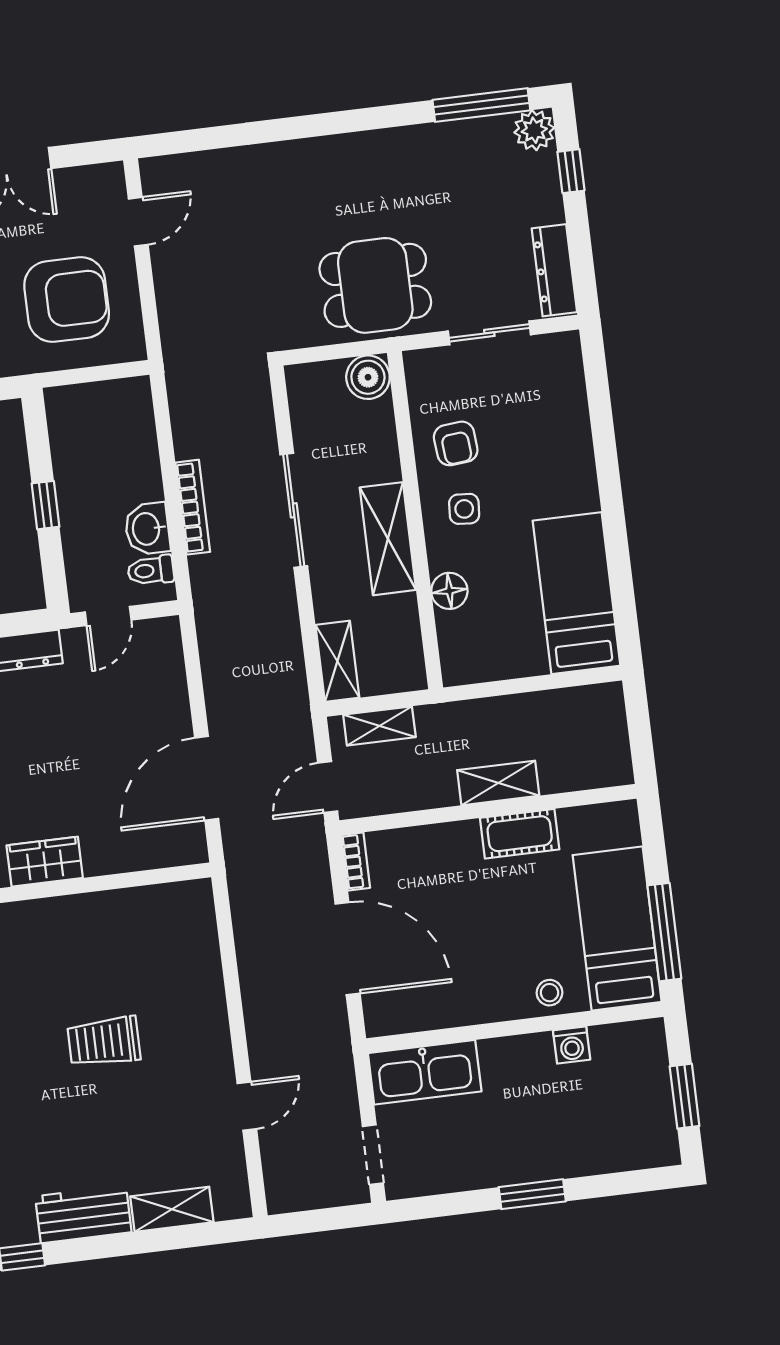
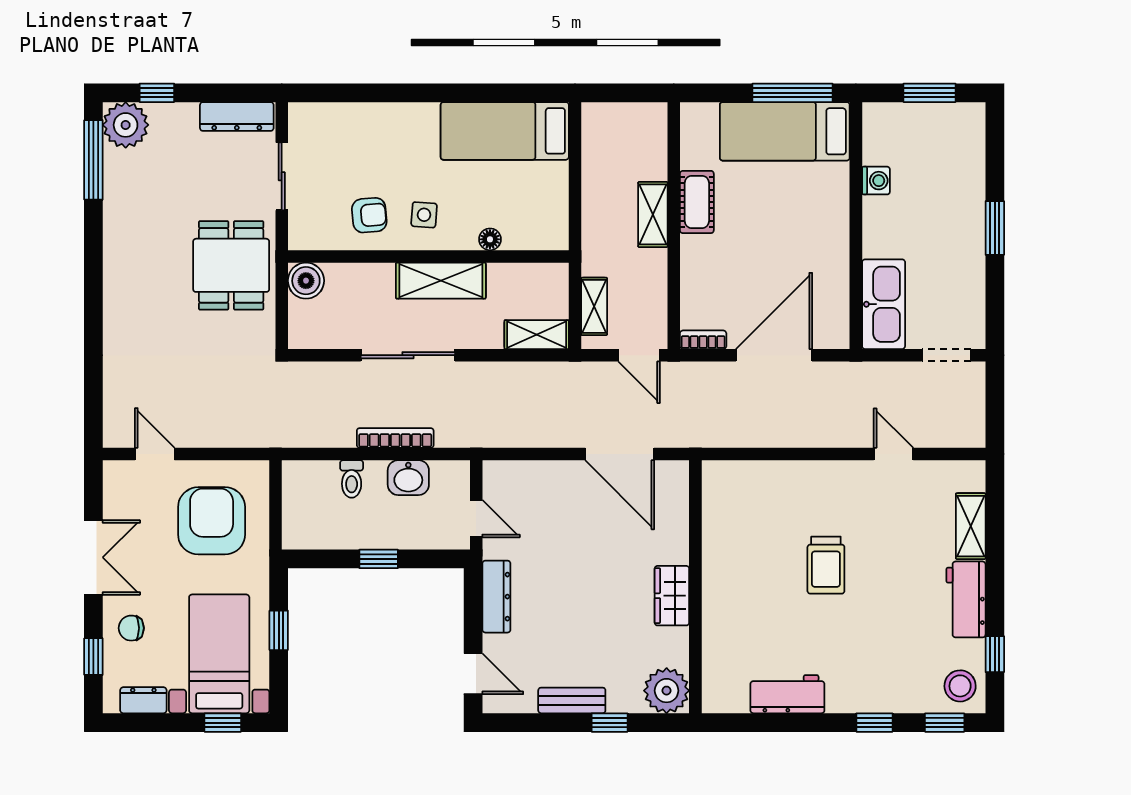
plant: (534, 130) -> (126, 125), width x1.36, depth x1.36
toilet: (151, 570) -> (352, 479), moved
floor lamp: (449, 591) -> (490, 239), width x0.73, depth x0.73
stool: (550, 993) -> (831, 193), removed

